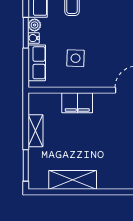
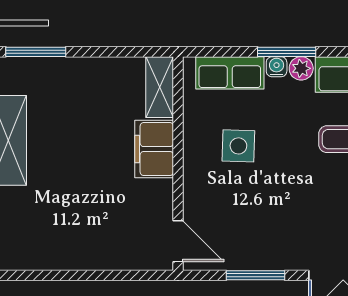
shelving: (36, 131) -> (160, 87), moved, turned 90

